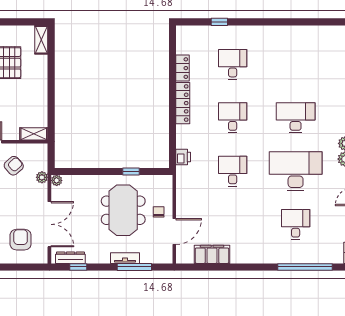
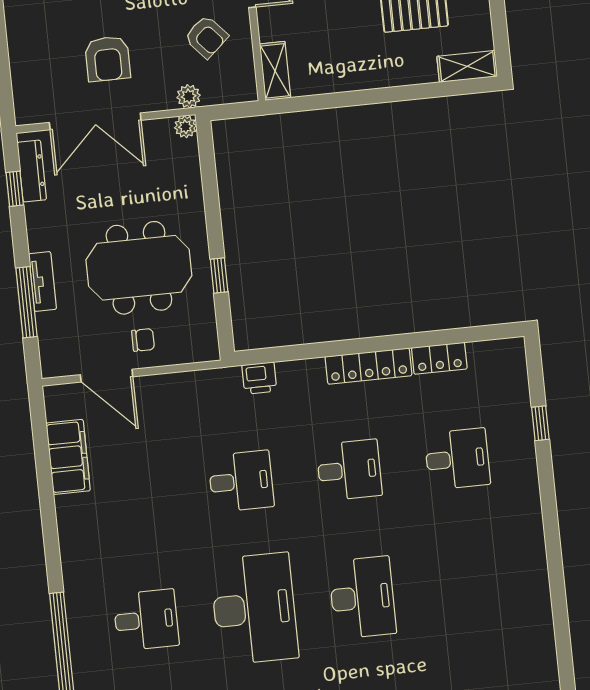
armchair: (21, 240) -> (108, 59), moved, turned 90

